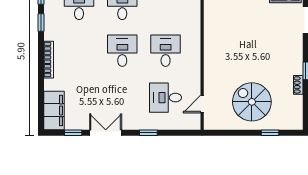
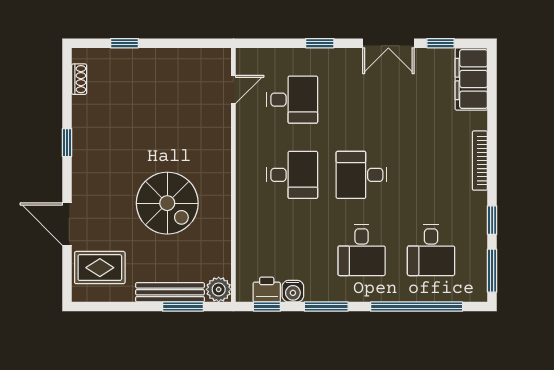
desk: (122, 51) -> (362, 175), turned 90
desk: (166, 51) -> (292, 175), turned -90
shoe rack: (298, 85) -> (79, 79), moved
spiral stairs: (252, 102) -> (167, 203), moved

